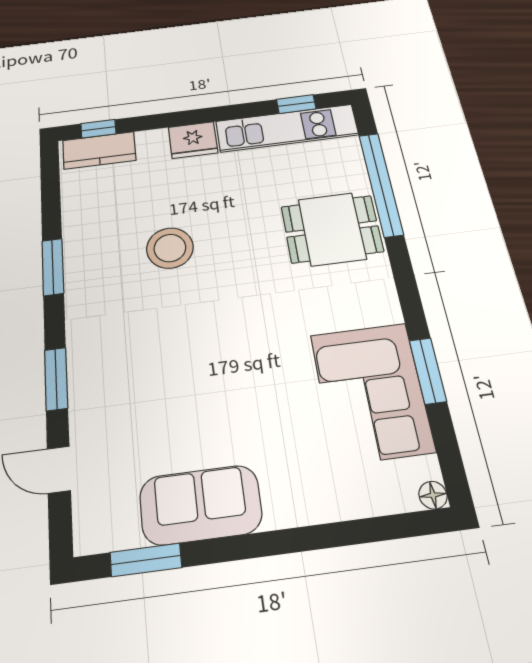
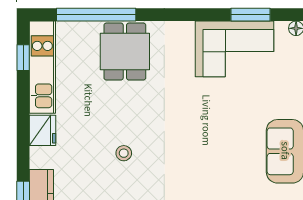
stool: (170, 248) -> (124, 153), width x0.53, depth x0.53
window: (428, 371) -> (251, 15), moved

